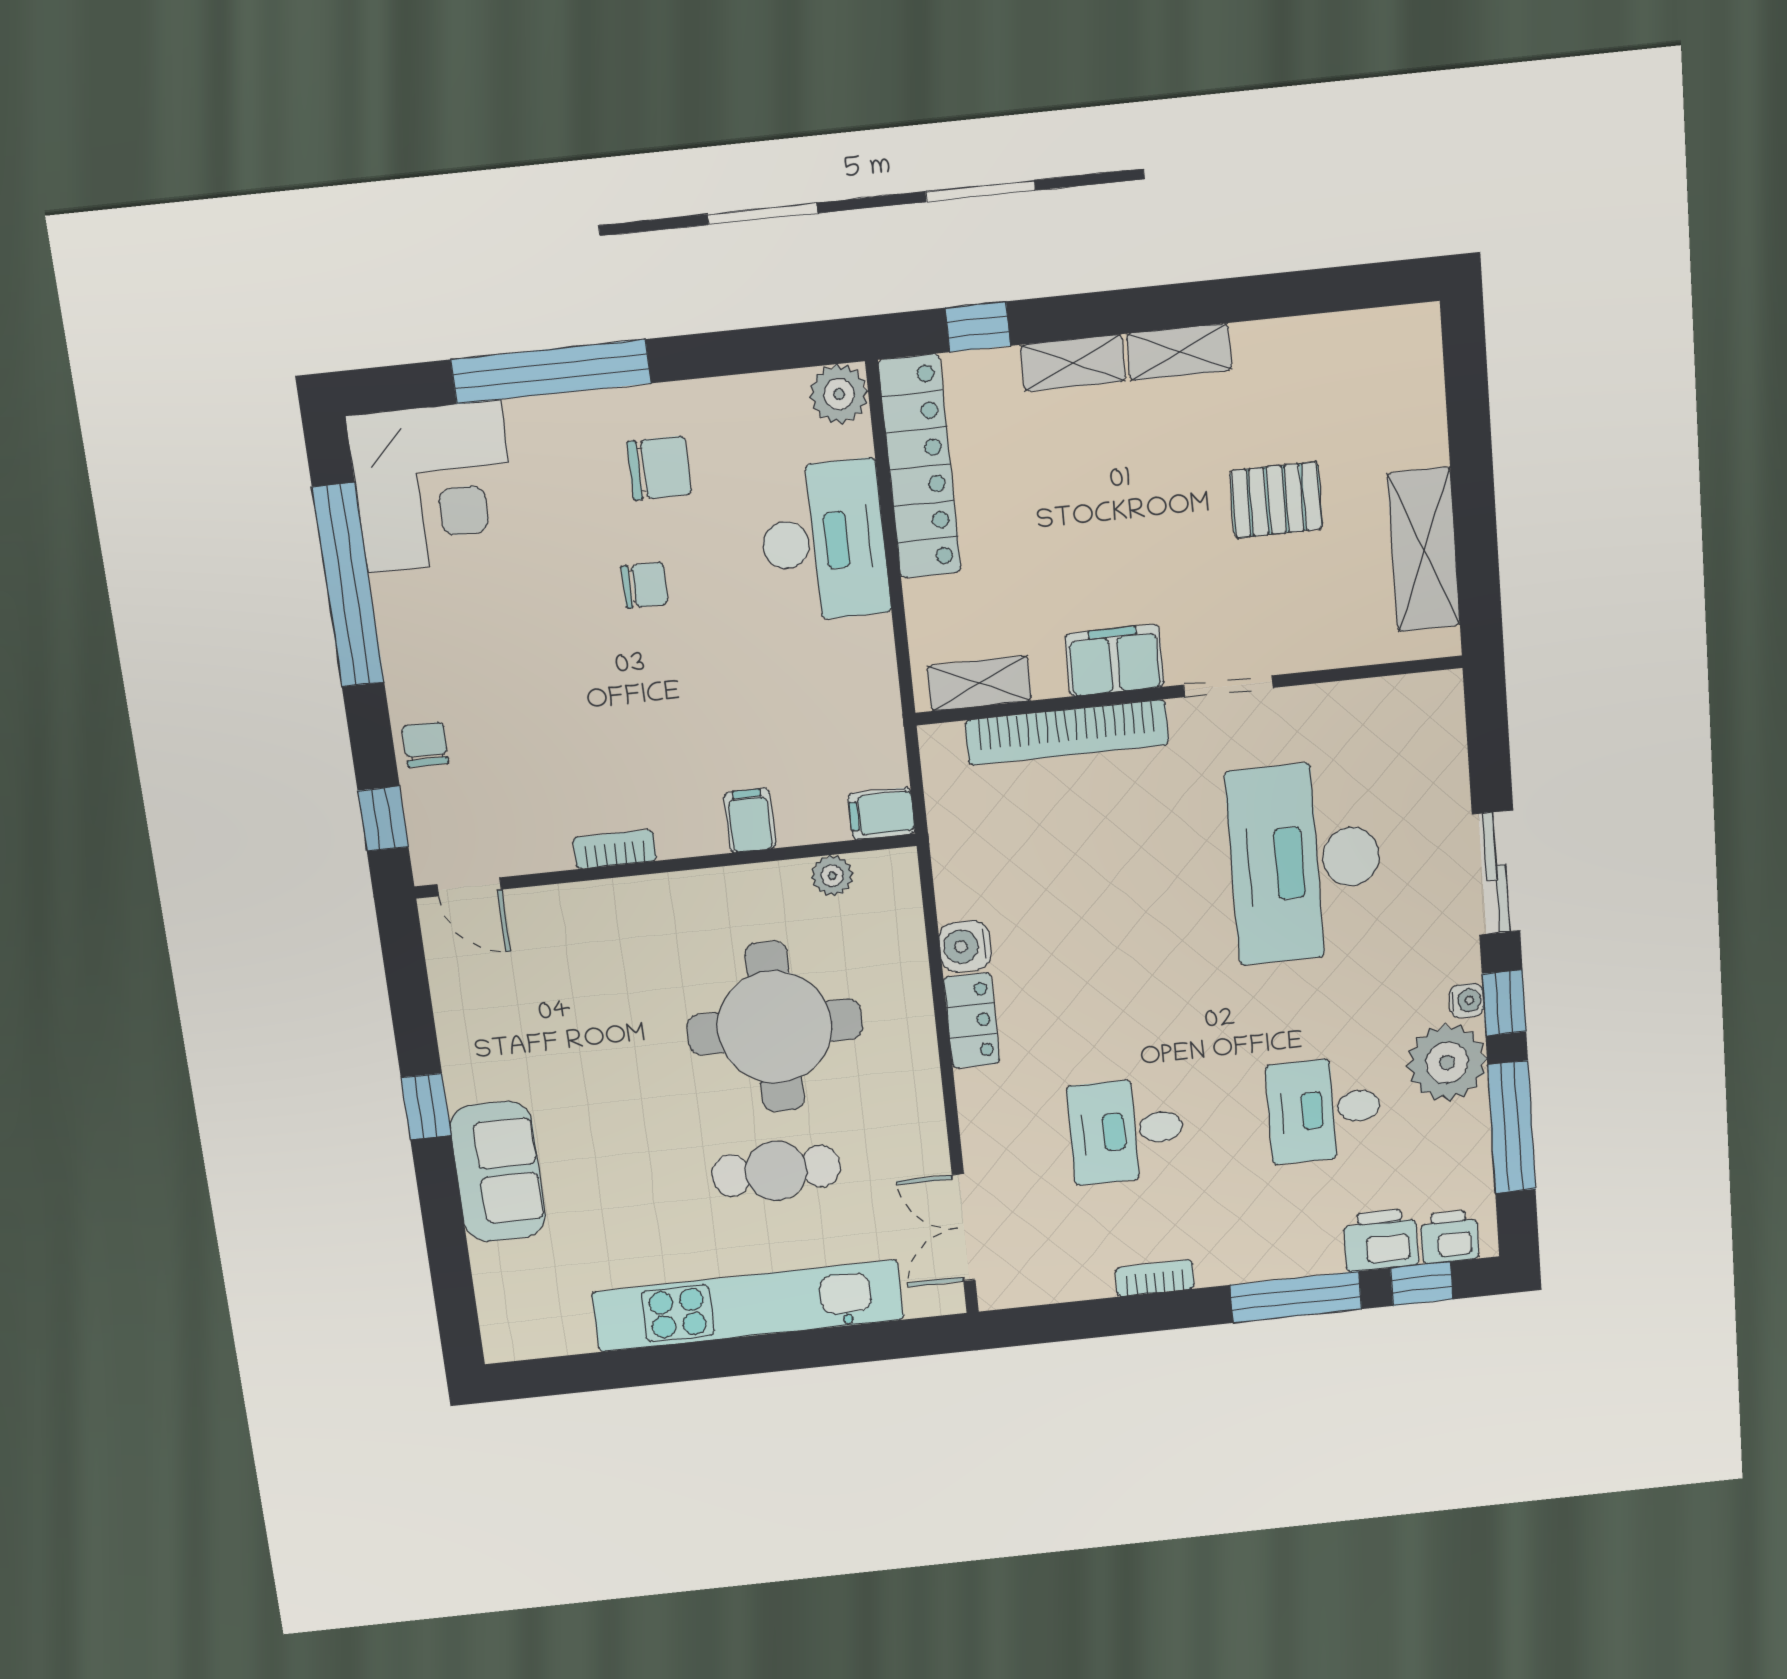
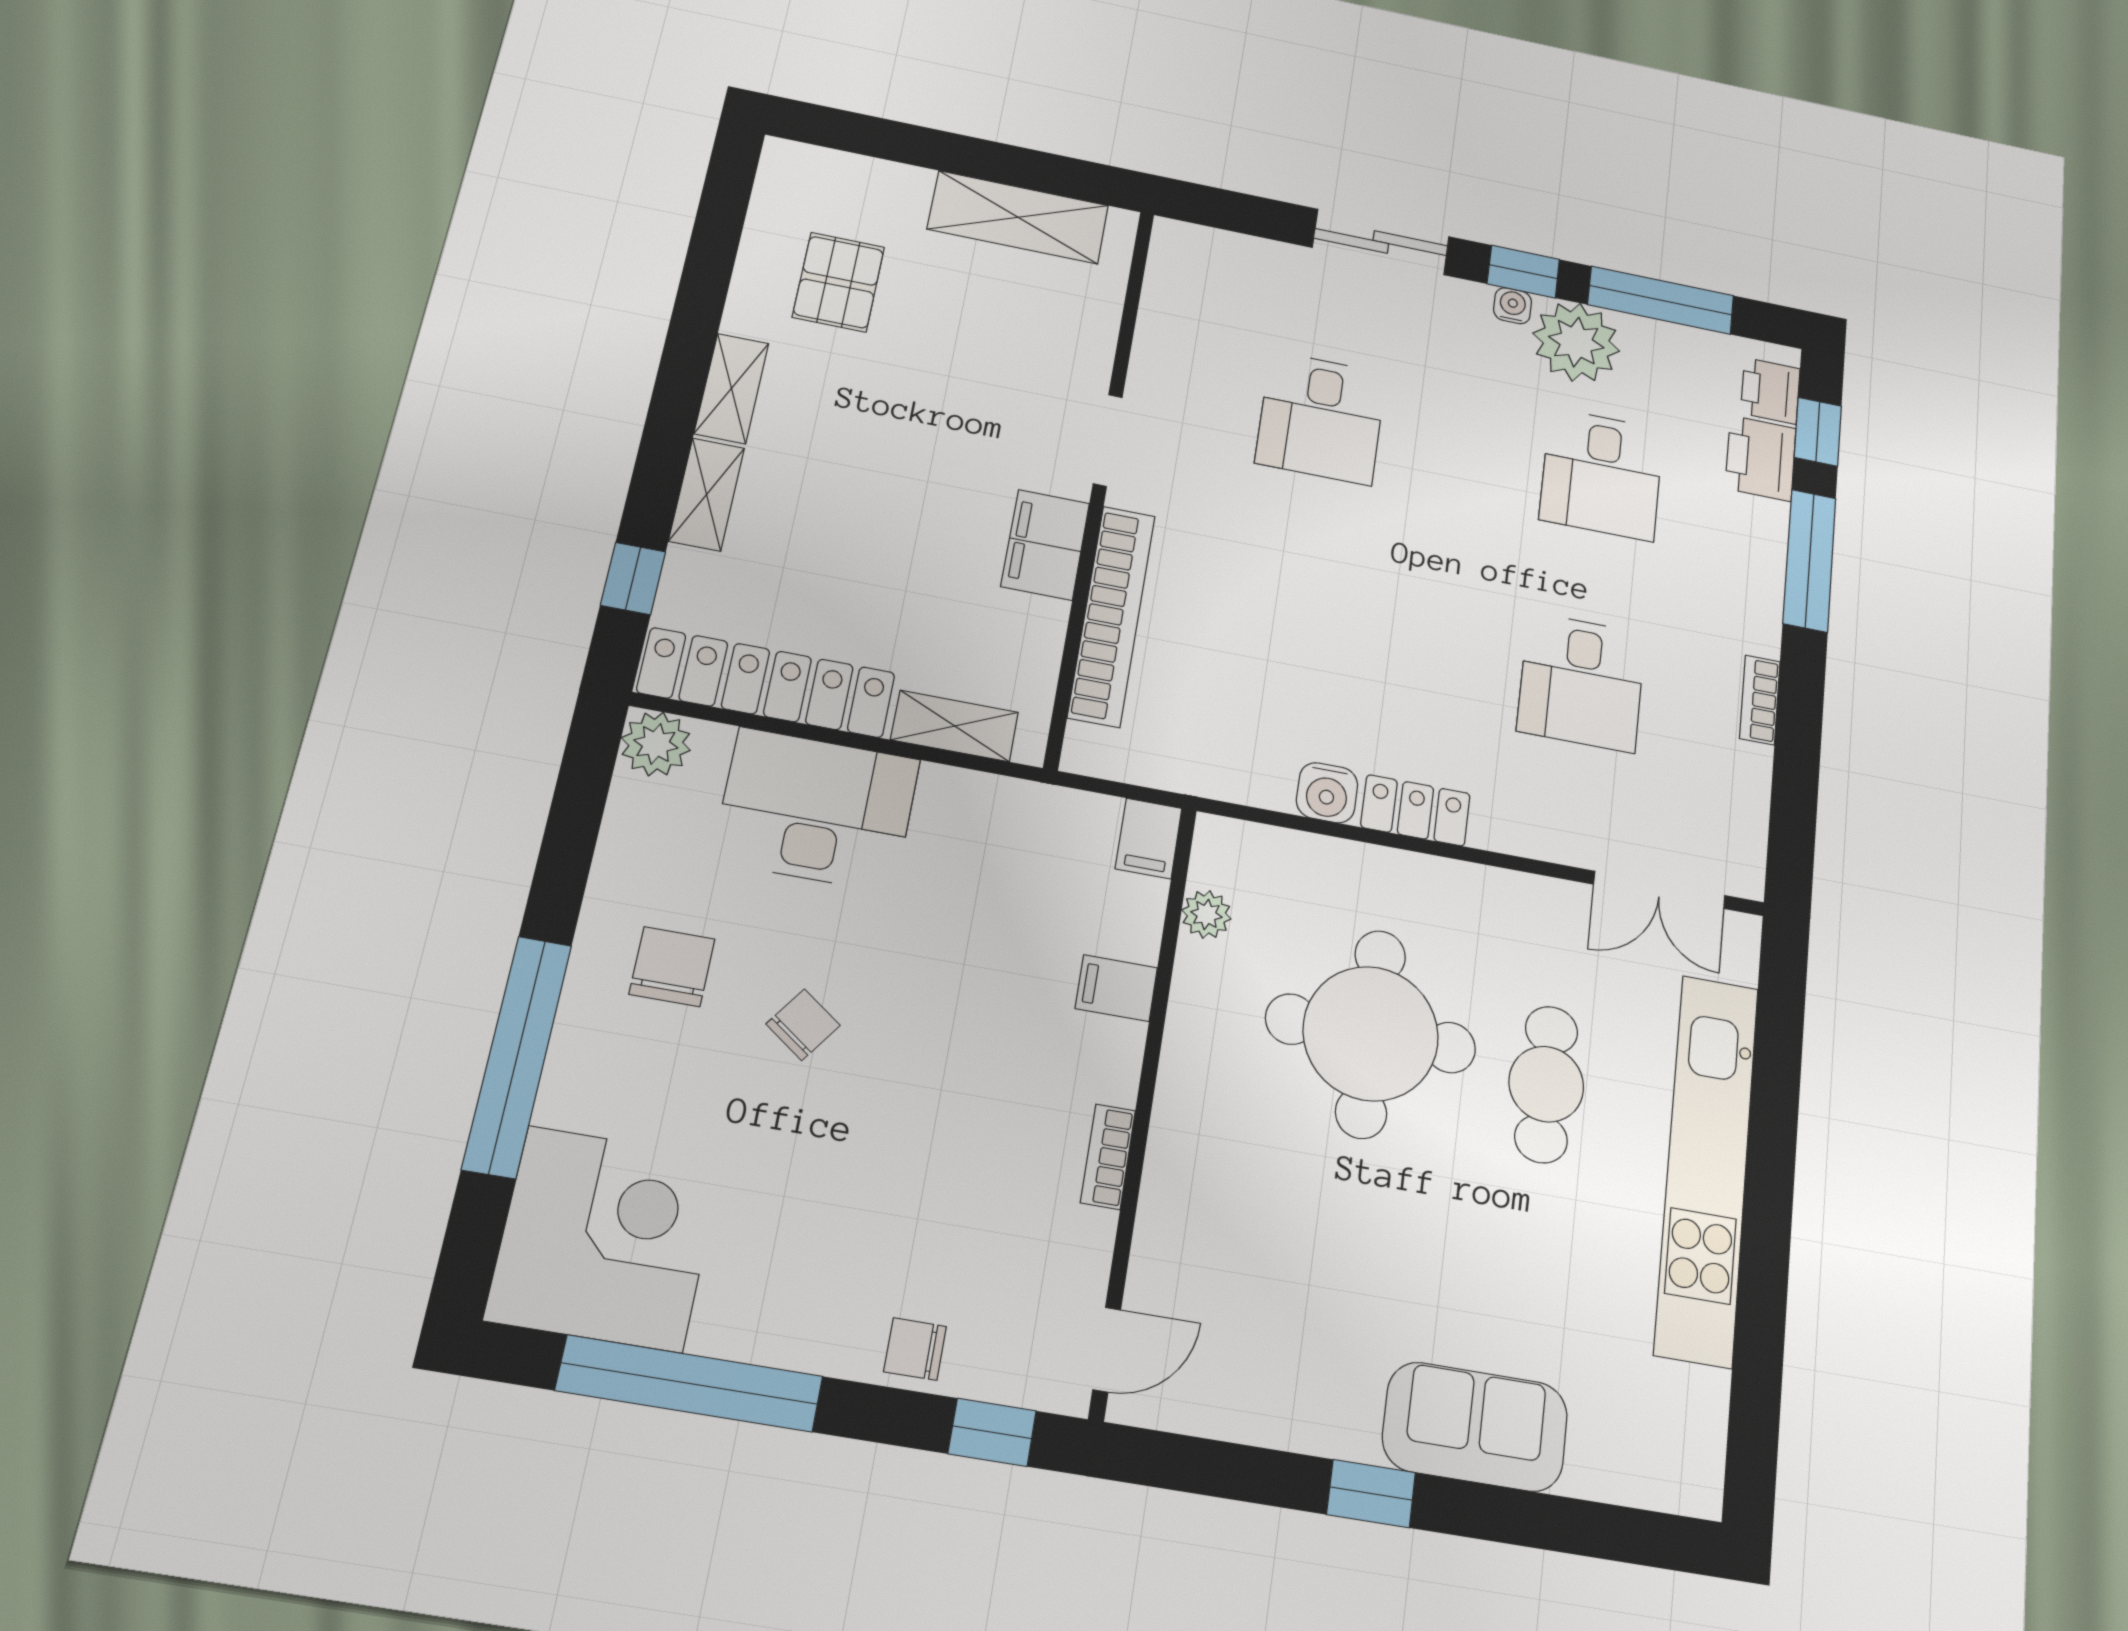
pallet: (1276, 500) -> (838, 282), moved
chair: (645, 585) -> (803, 1025), turned 36
shelving: (979, 683) -> (955, 726), moved, turned 90
desk: (1306, 861) -> (1321, 418), width x0.53, depth x0.77

